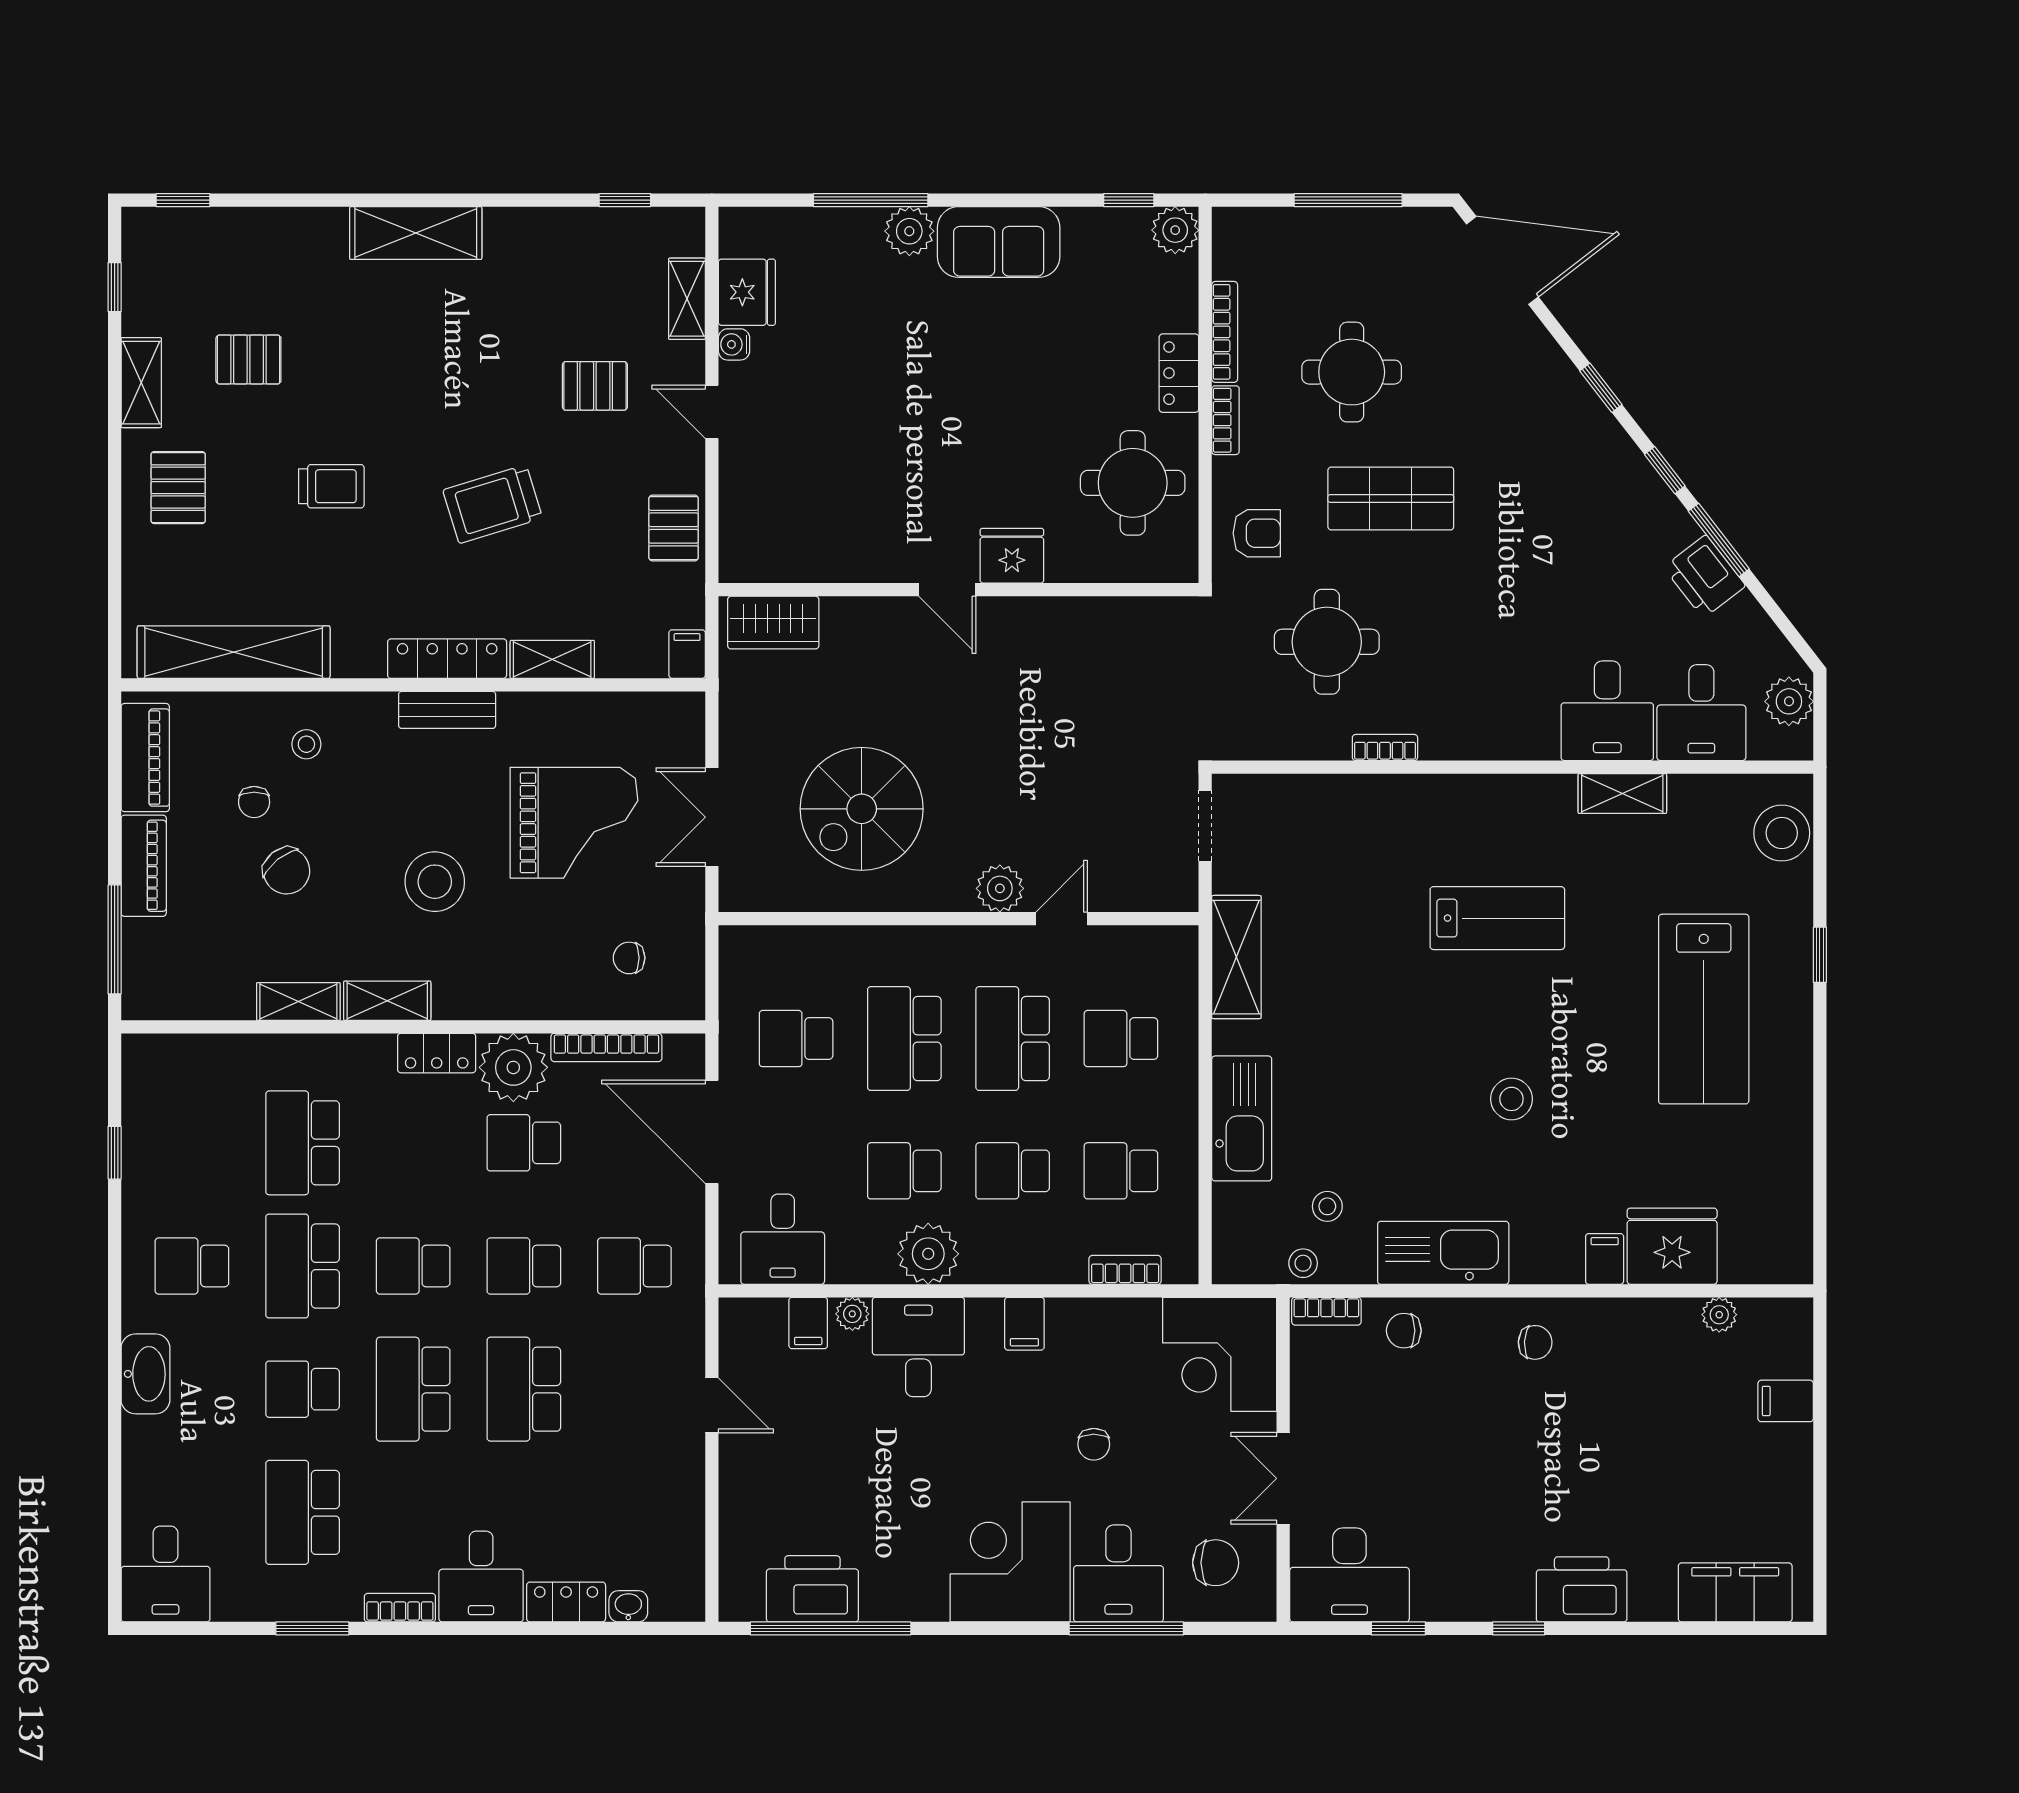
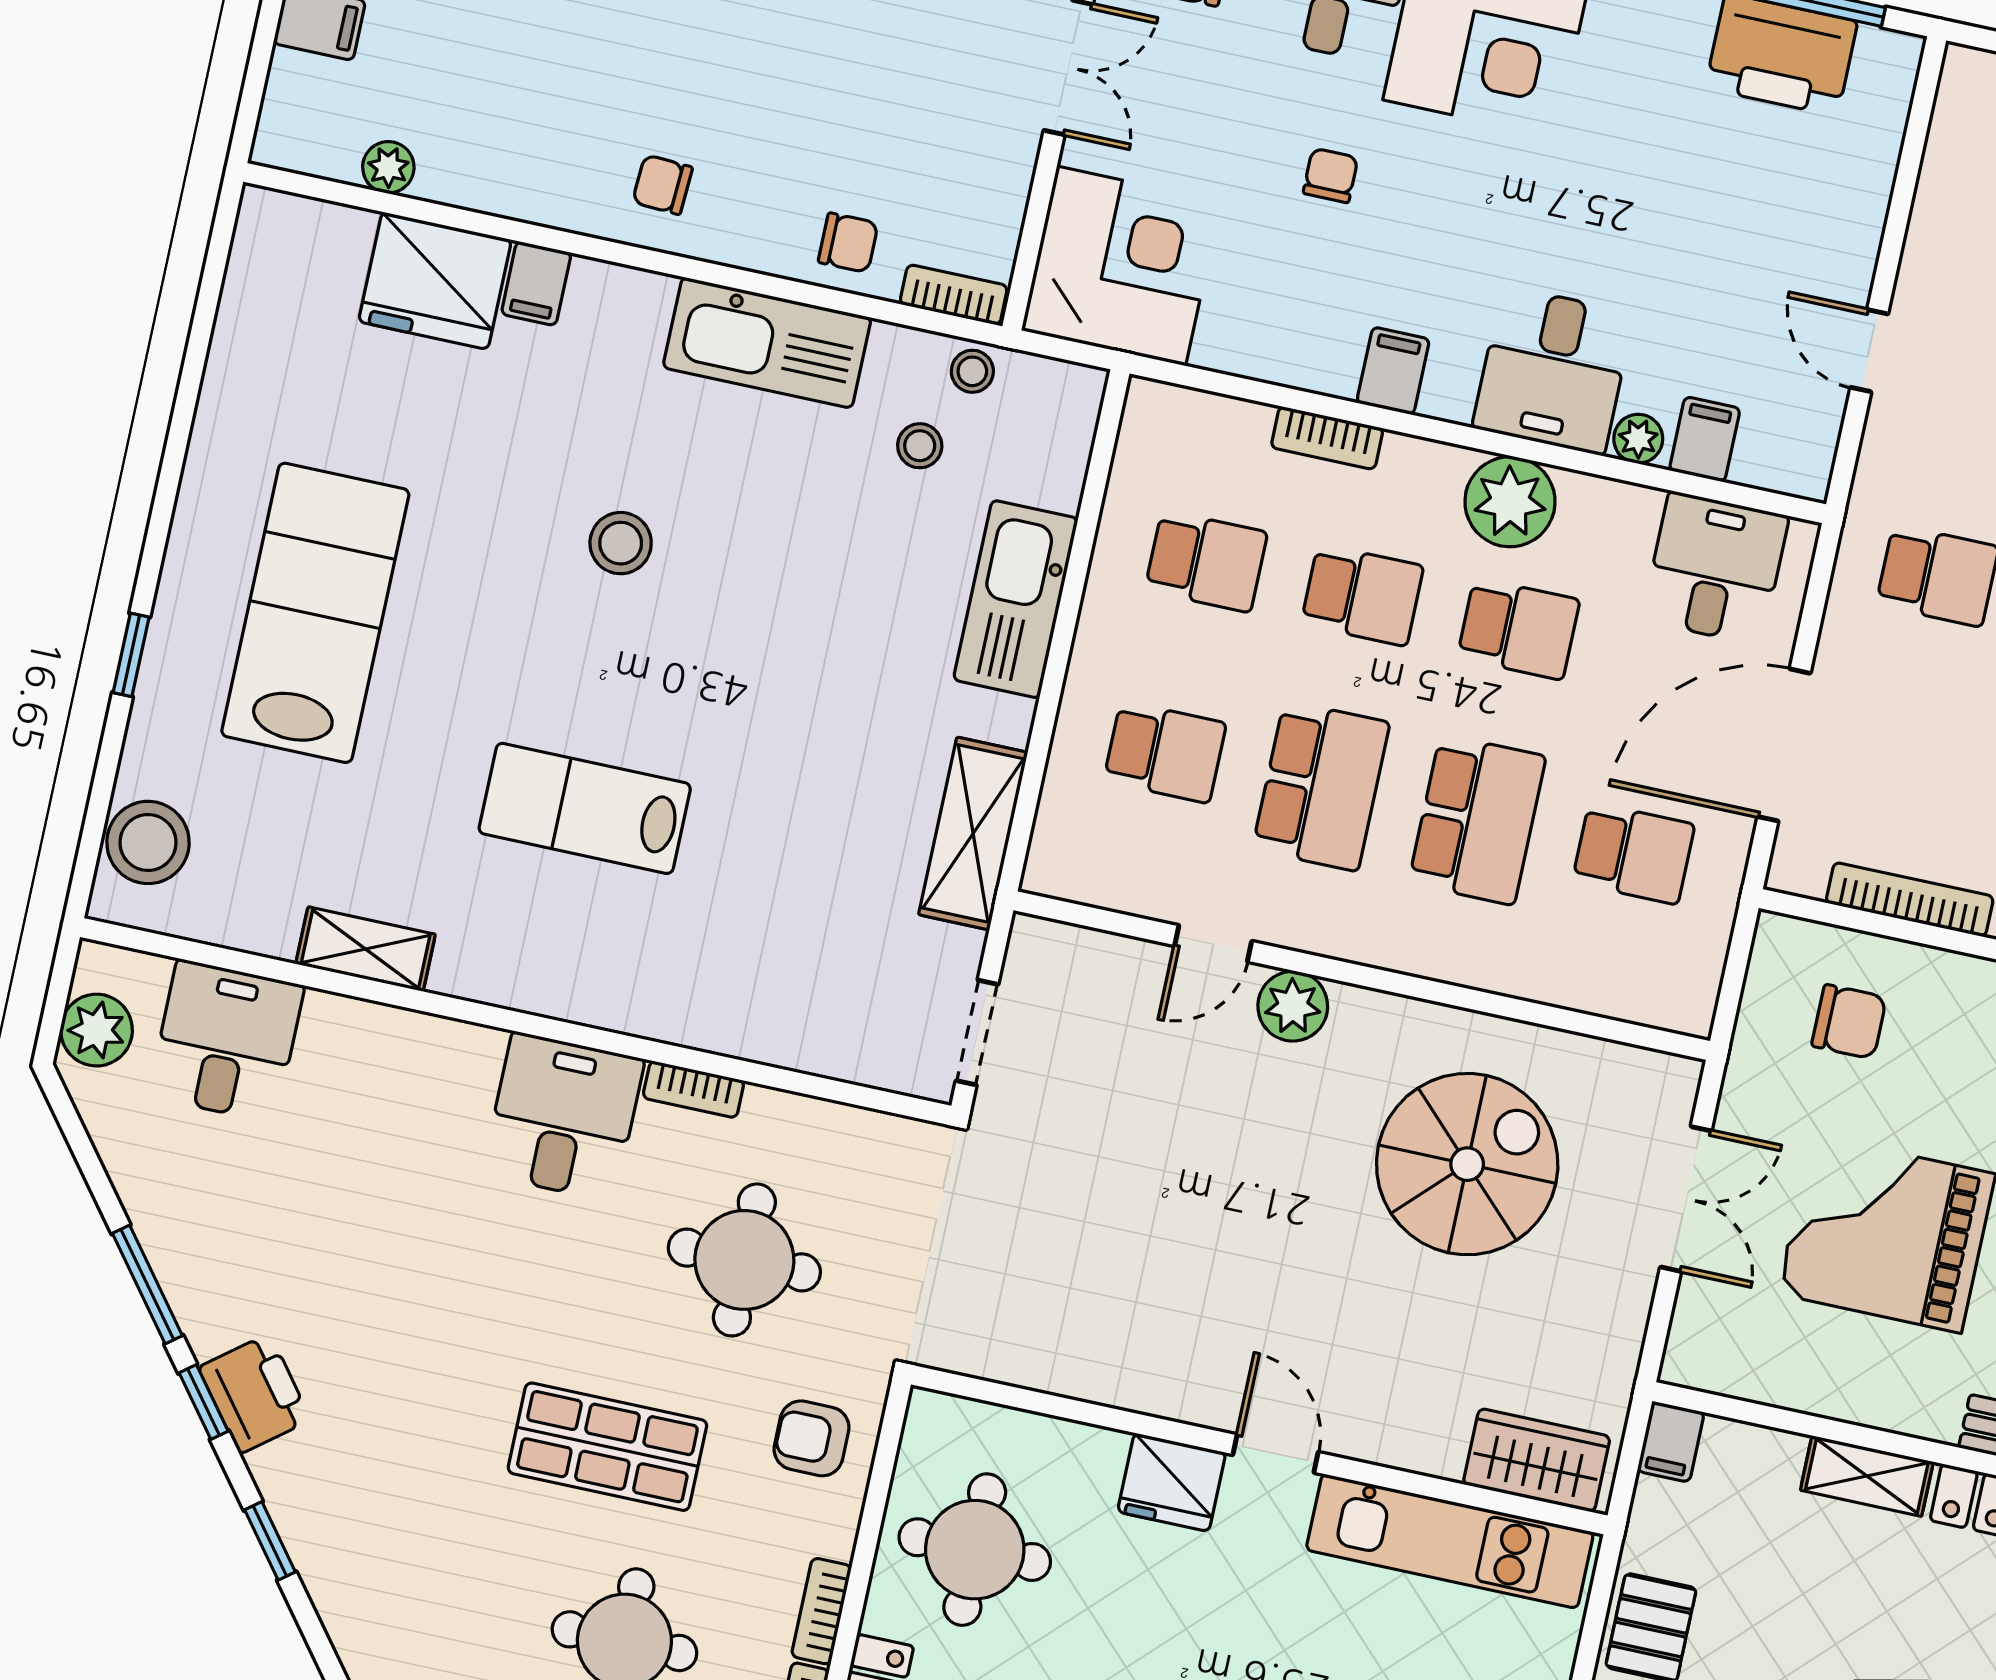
kitchen unit: (819, 557) -> (1450, 1541), added
printer: (1705, 577) -> (255, 1394), moved
desk: (1607, 711) -> (563, 1117), moved
chair: (629, 958) -> (1849, 1022), width x1.37, depth x1.37
door: (712, 1132) -> (1784, 745), swing flipped
bookcase: (1125, 1270) -> (1327, 438), moved

